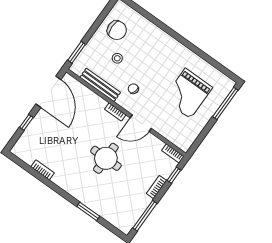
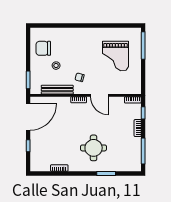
chair: (117, 30) -> (43, 48), turned 180
door: (48, 92) -> (28, 117), hinge flipped
door: (141, 123) -> (99, 95), hinge flipped
round table: (106, 158) -> (94, 148), moved

